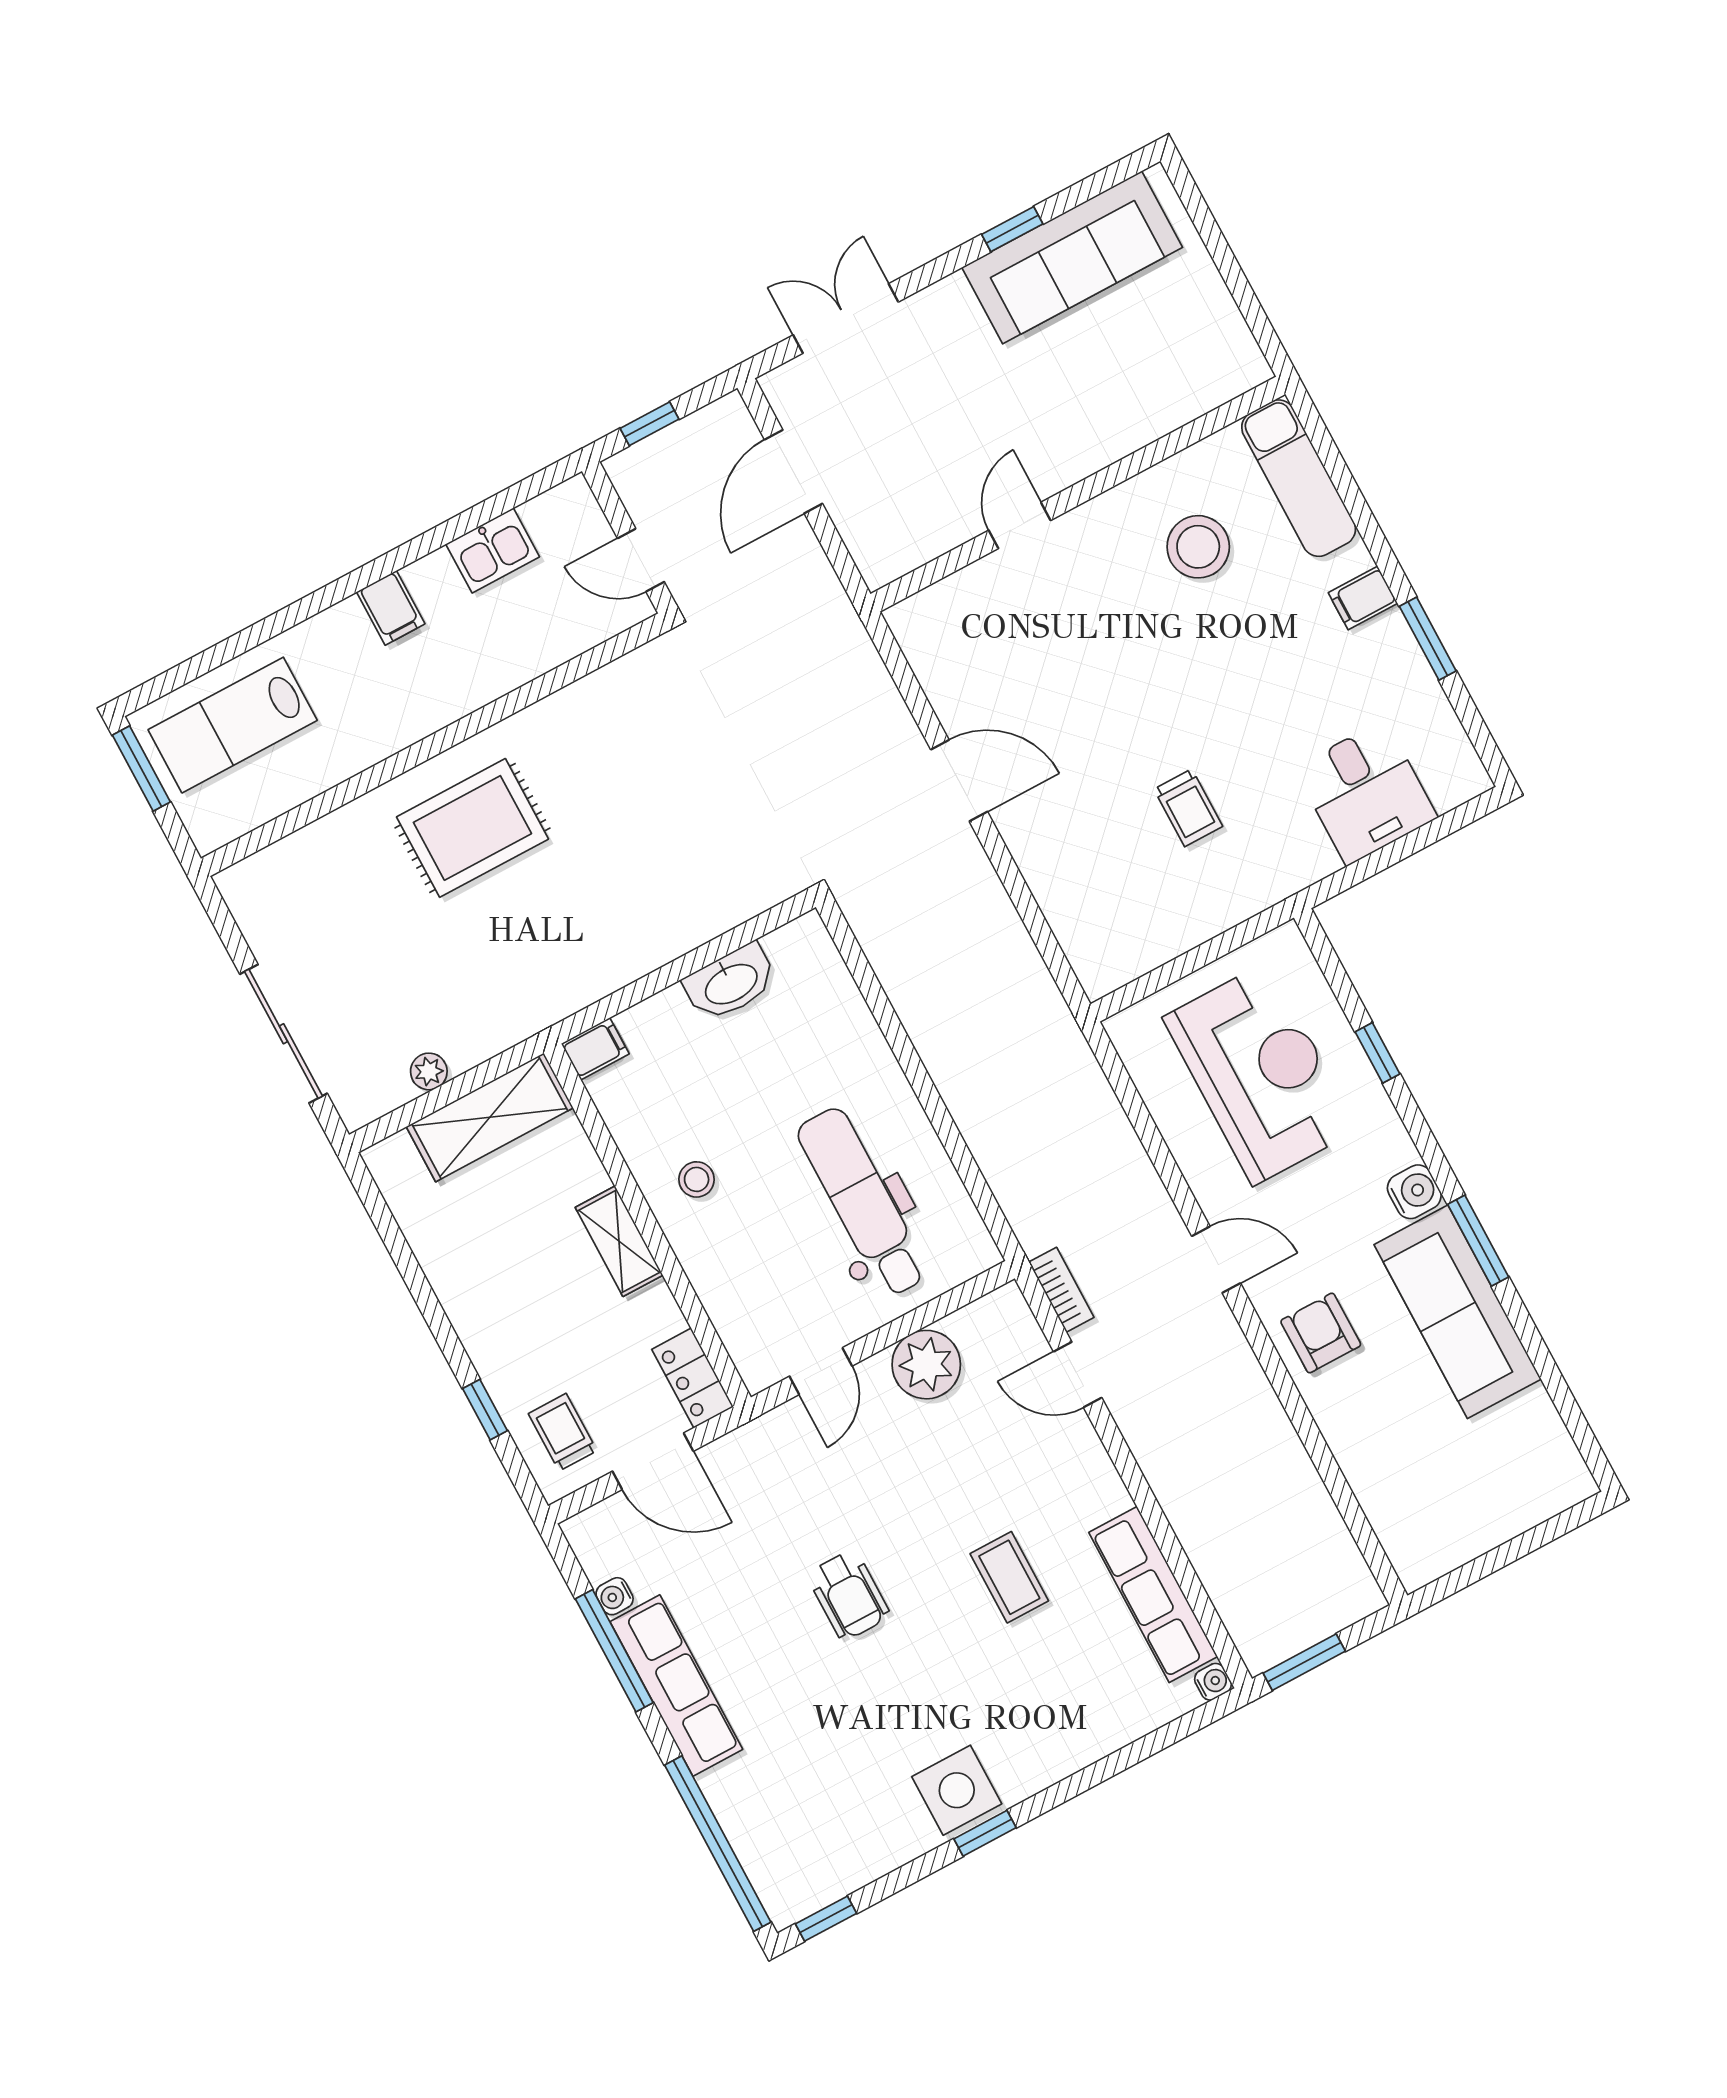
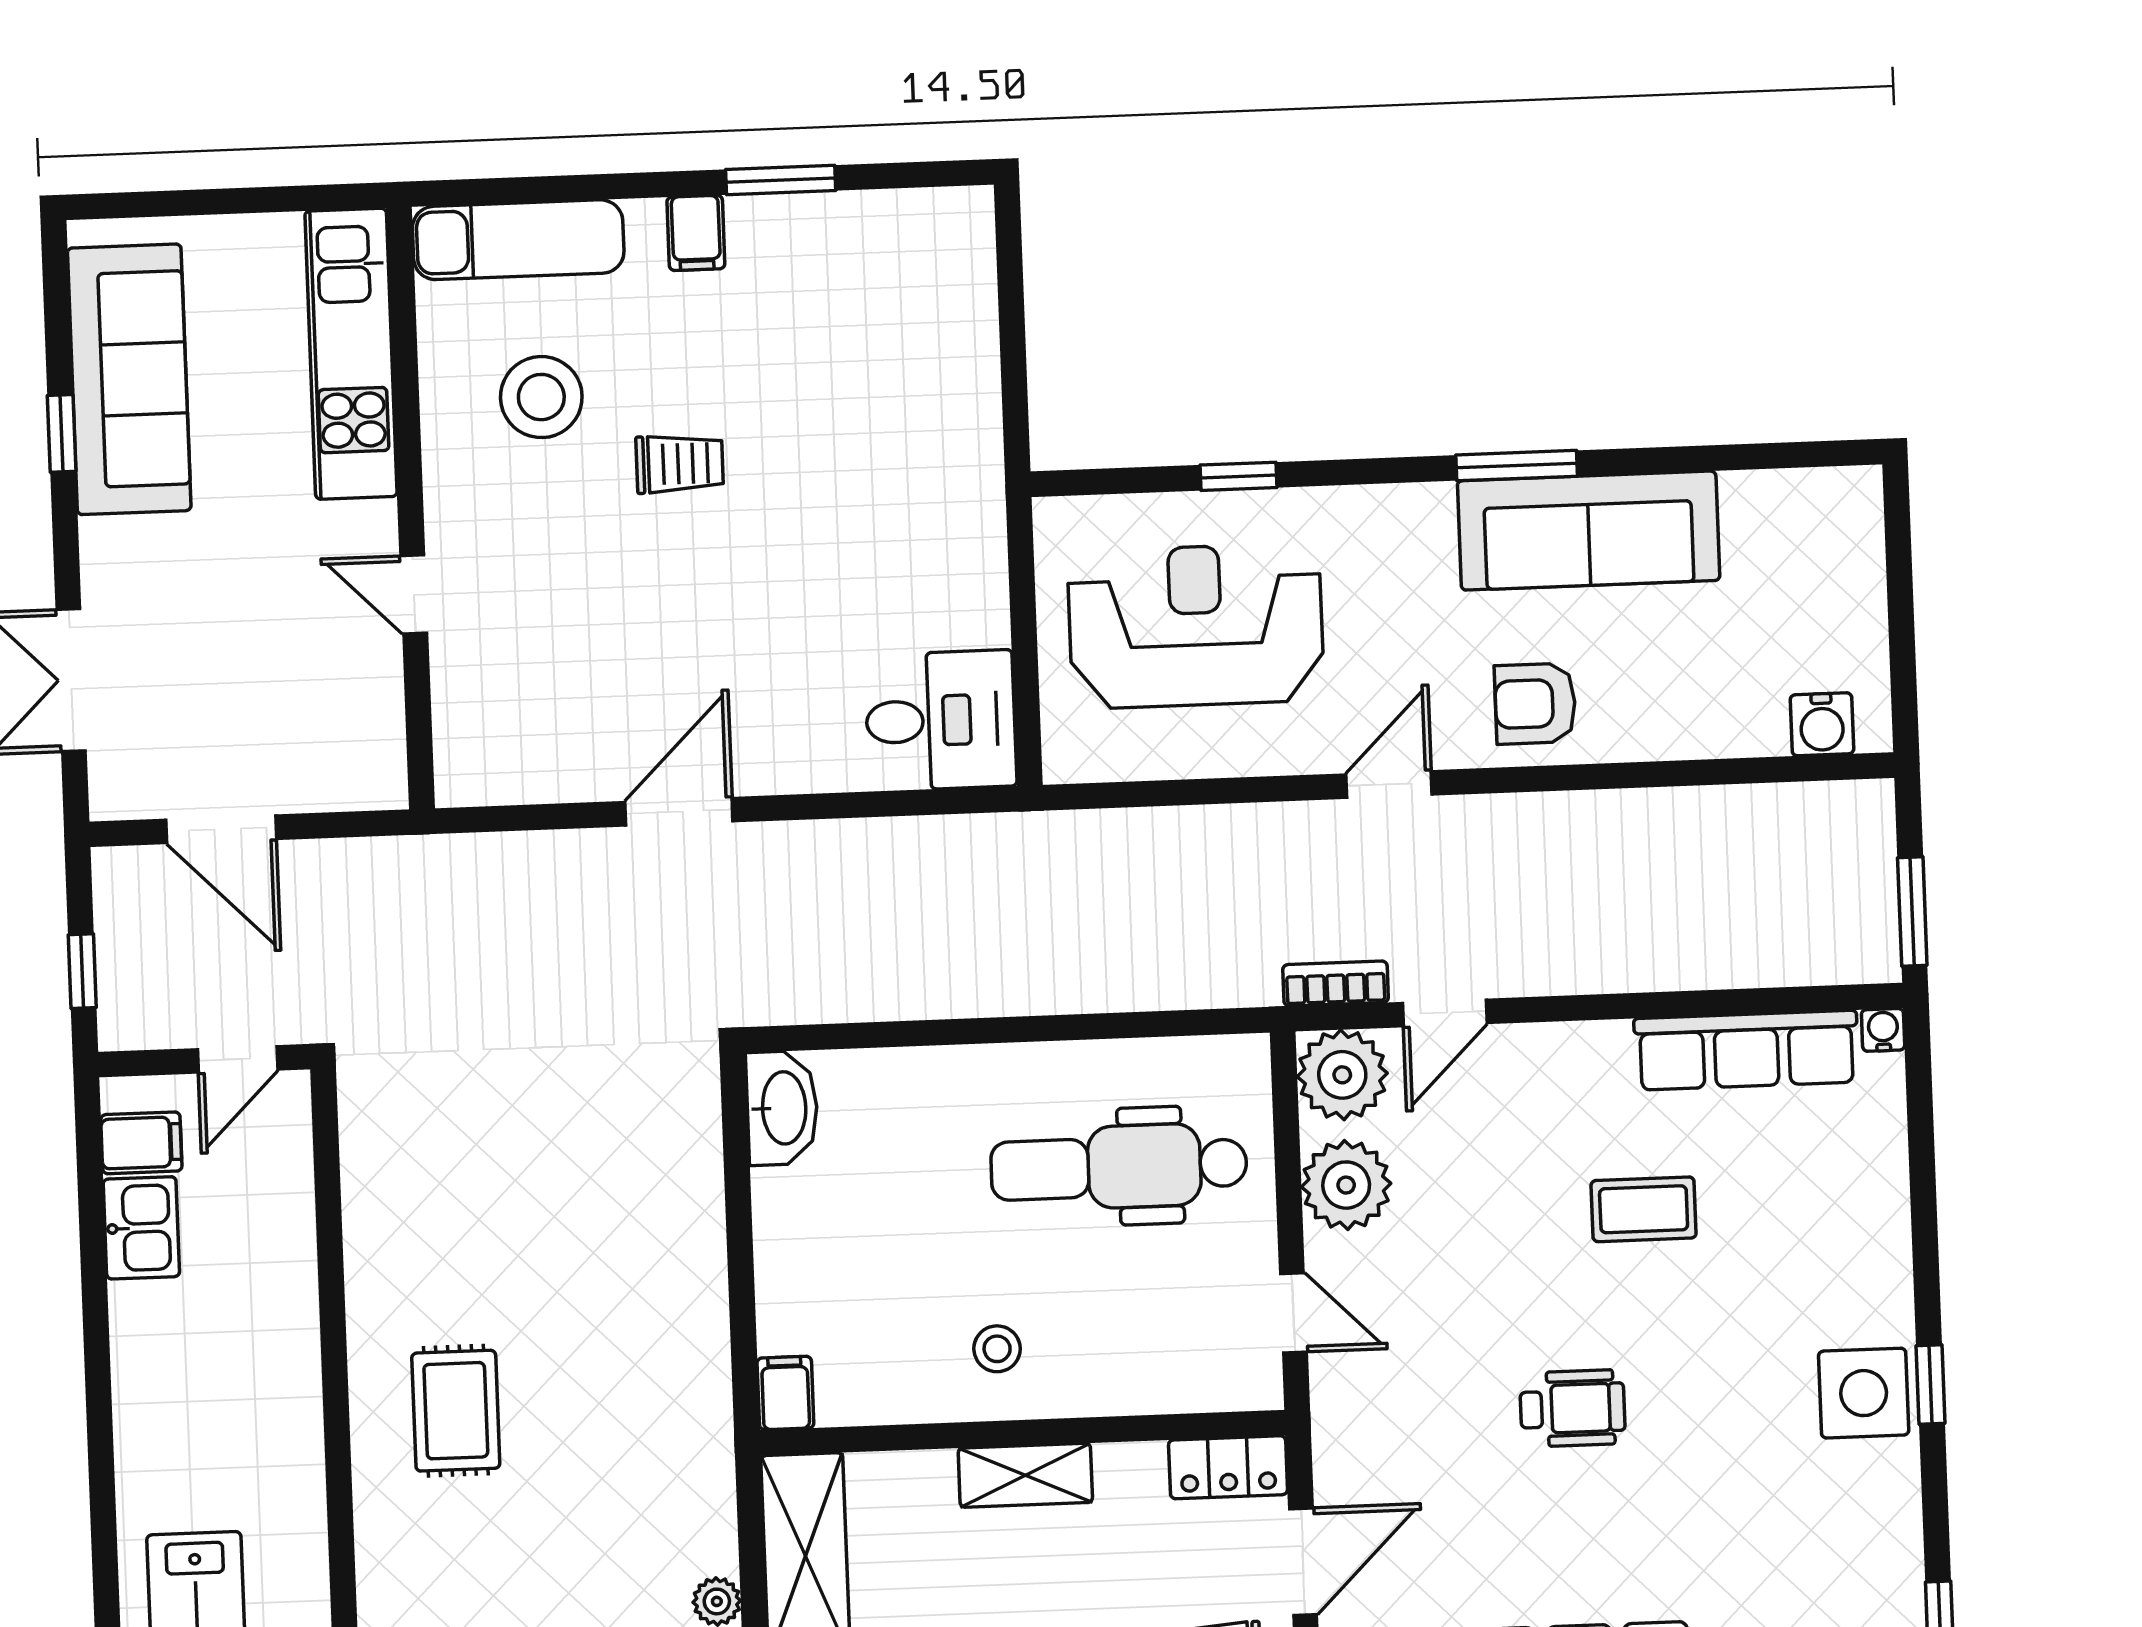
kitchen unit: (1164, 401) -> (351, 354), added
filing cabinet: (391, 608) -> (141, 1143), moved
desk: (1366, 793) -> (941, 720), moved
trolley: (1188, 808) -> (680, 464), moved
rug: (472, 828) -> (456, 1411), width x0.73, depth x0.70
washbasin: (731, 983) -> (782, 1108), moved
water cooler: (1414, 1192) -> (1822, 724), moved, turned 180
plant: (1001, 1325) -> (1342, 1075), added

